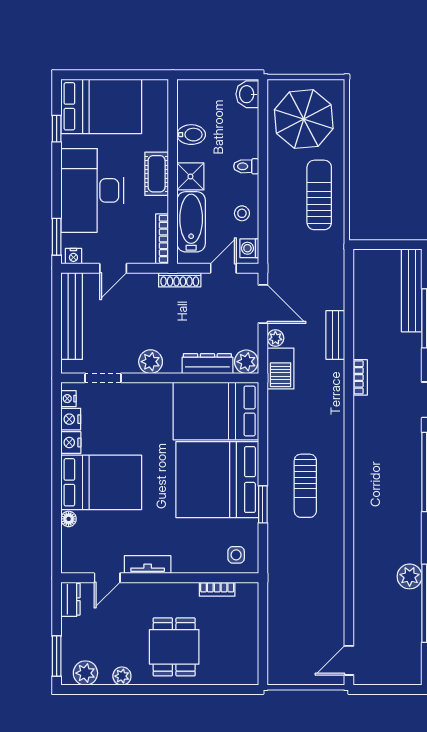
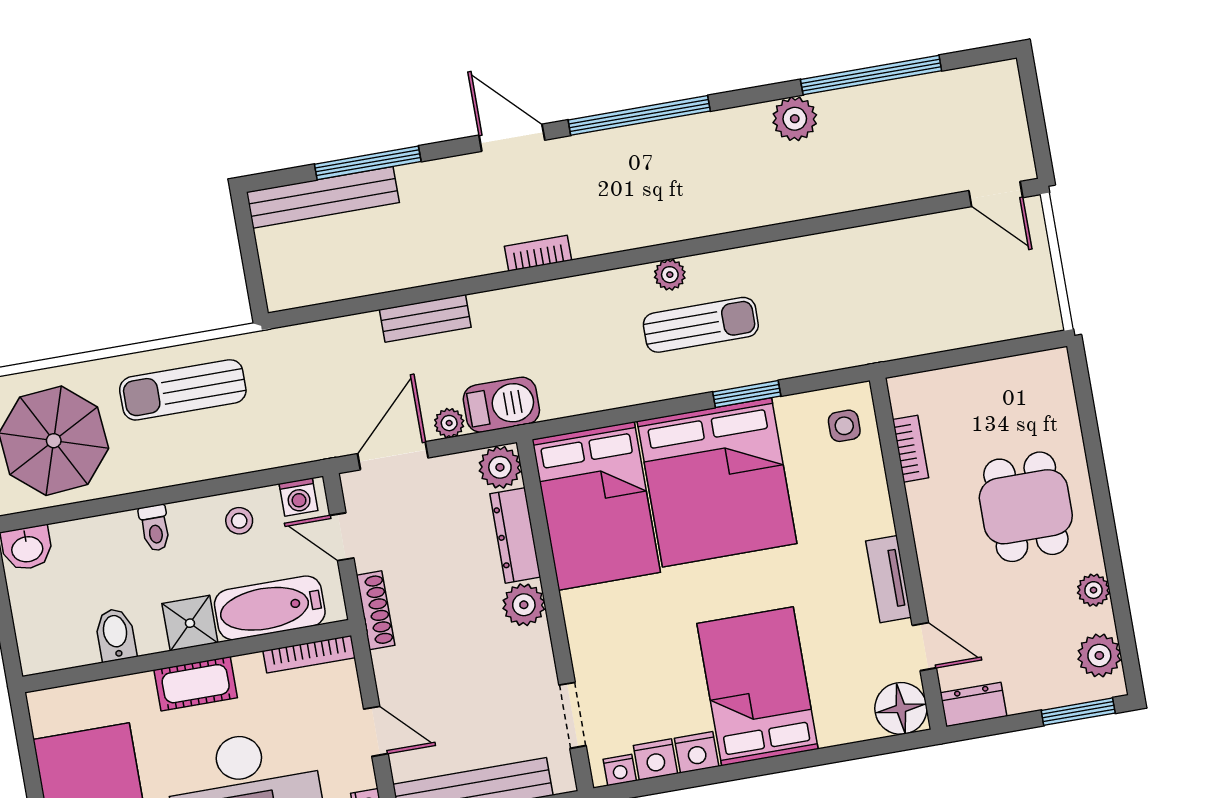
plant: (151, 362) -> (524, 605), moved
bookcase: (360, 377) -> (538, 253), moved
plant: (336, 474) -> (670, 275), added
floor lamp: (69, 519) -> (901, 708), moved, width x1.89, depth x1.89
plant: (410, 576) -> (795, 119), moved
dining table: (174, 647) -> (1026, 507), turned 90

